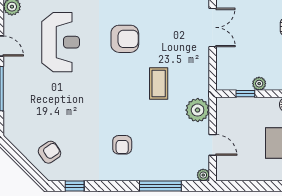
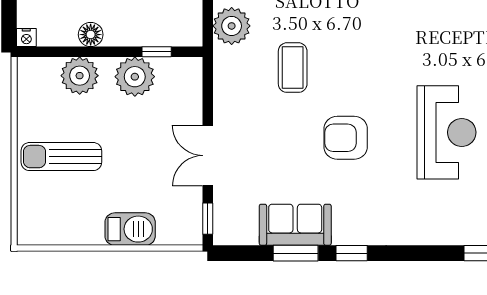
reception desk: (61, 42) -> (447, 132), turned 180
plant: (259, 84) -> (135, 77), width x1.87, depth x1.87

